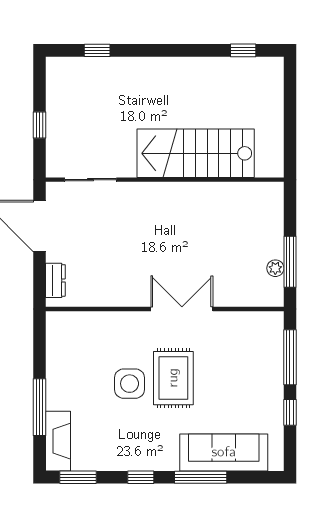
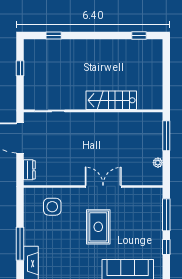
window: (40, 125) -> (20, 68), moved
stairs: (196, 153) -> (111, 100), width x0.73, depth x0.66
window: (290, 262) -> (166, 136), moved
side table: (130, 384) -> (52, 207), moved

